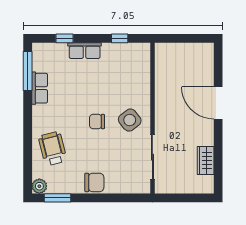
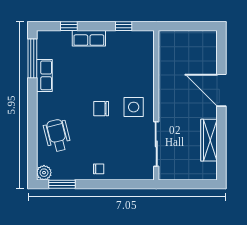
side table: (130, 120) -> (134, 107), turned 38
wardrobe: (206, 161) -> (209, 140), width x1.50
chair: (94, 182) -> (99, 169), width x0.54, depth x0.54

